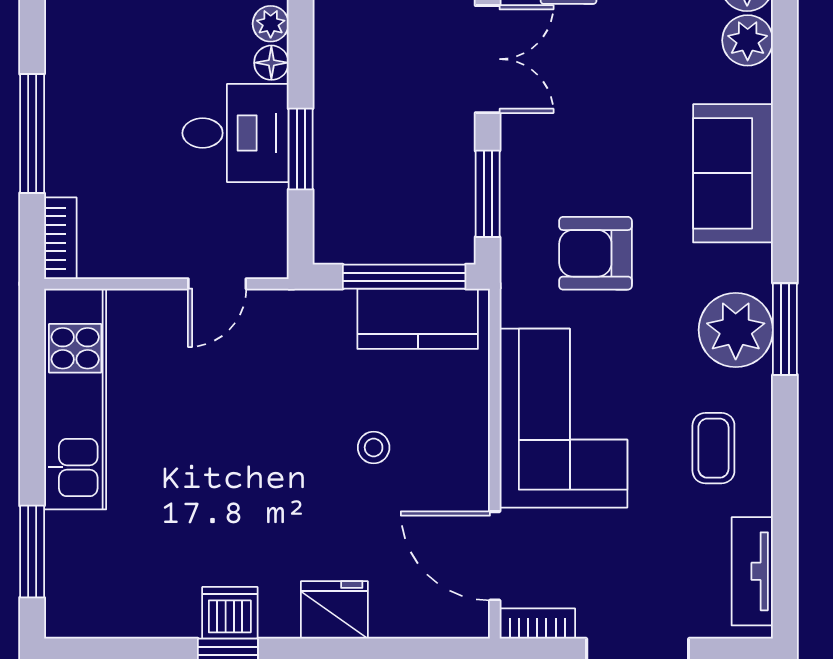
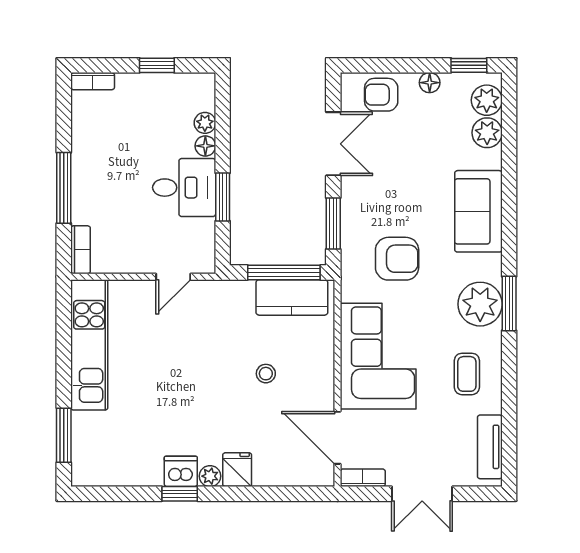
armchair: (595, 253) -> (397, 259), turned 180
fridge: (334, 610) -> (237, 470), width x0.72
plant: (279, 621) -> (210, 476), added

